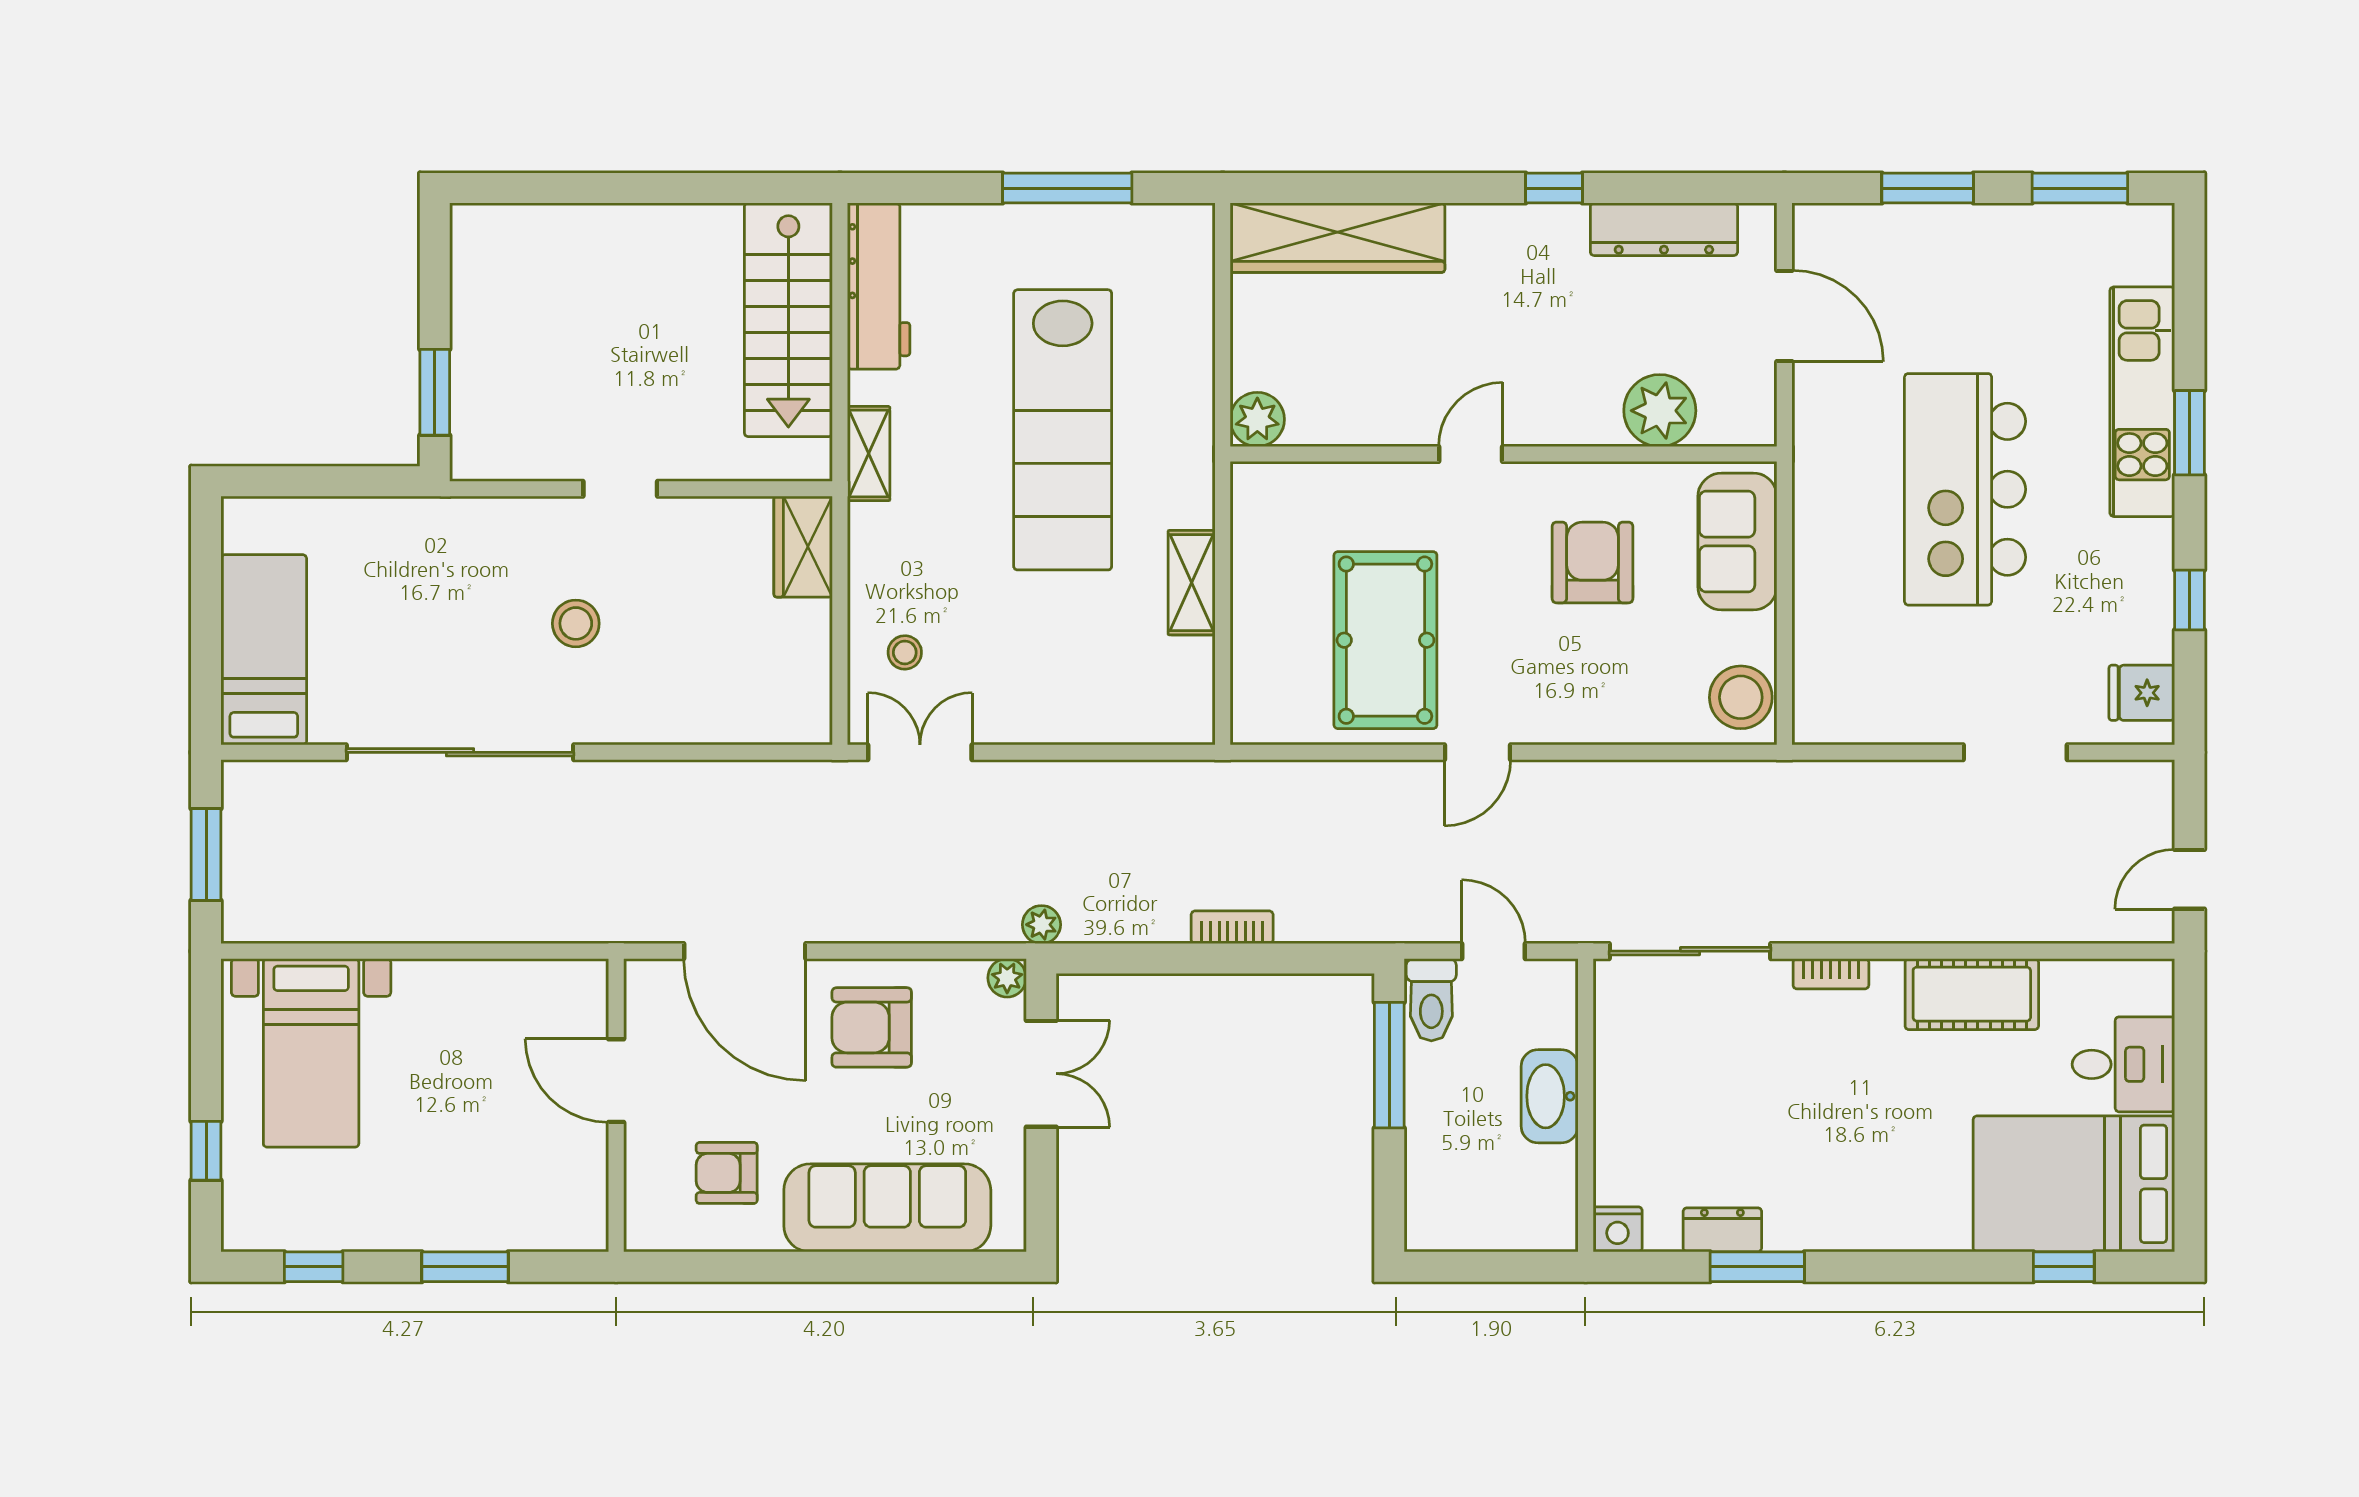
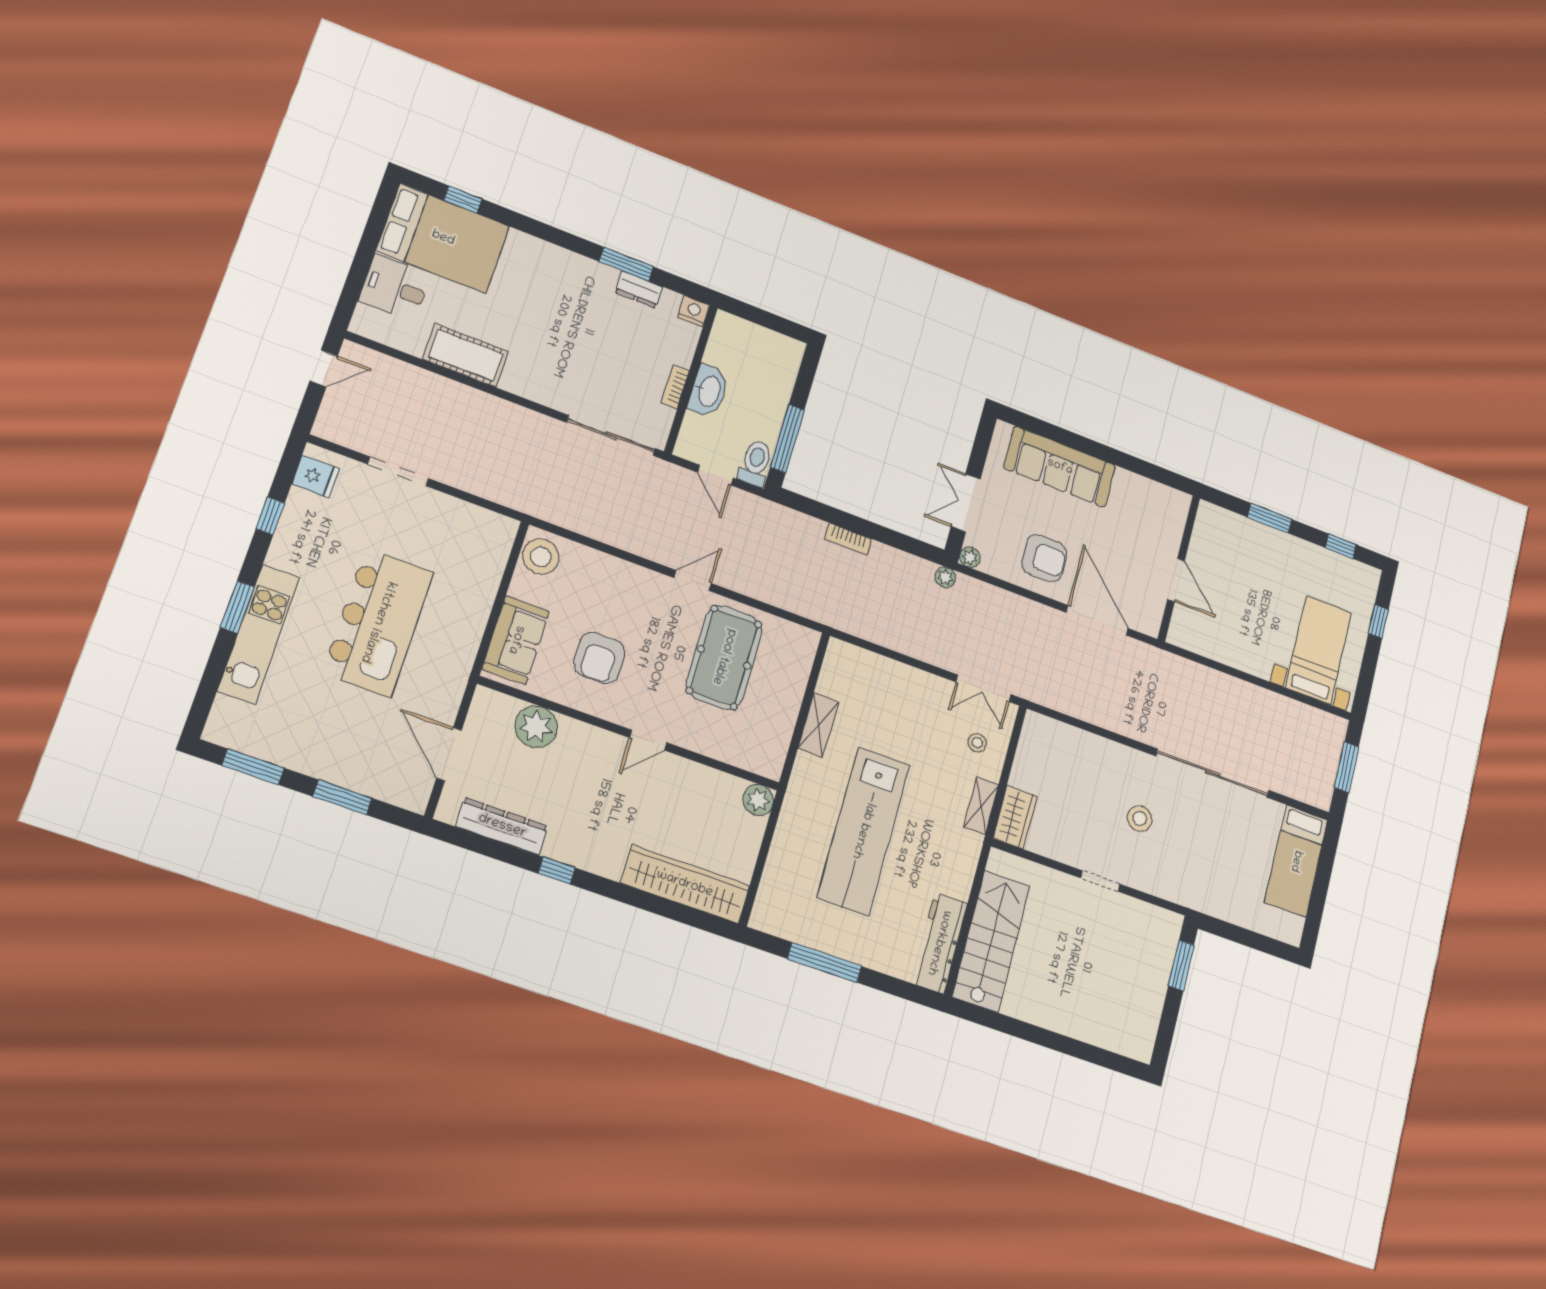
lab bench: (1063, 430) -> (863, 831), turned 180
shelving: (869, 454) -> (981, 806), moved
bookcase: (1831, 974) -> (675, 387), moved, turned -90
armchair: (727, 1173) -> (1134, 514), removed

